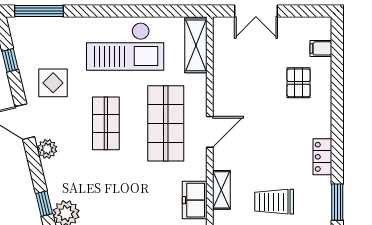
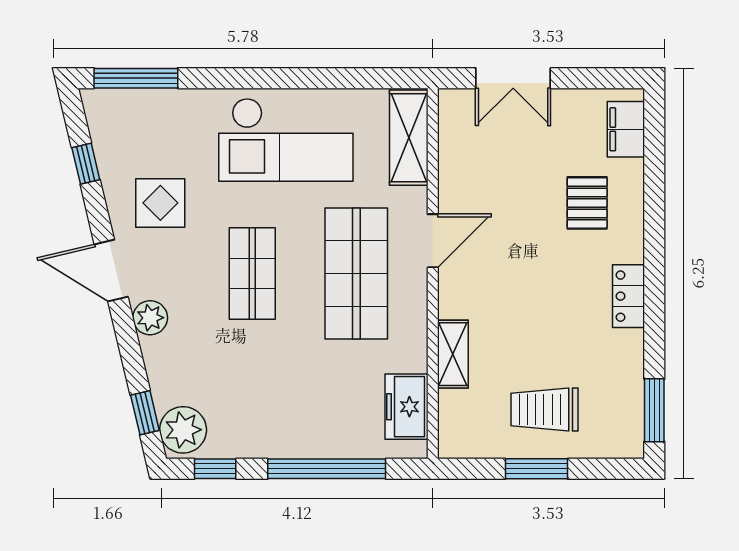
filing cabinet: (321, 48) -> (626, 129), width x2.00
door: (210, 132) -> (433, 241), moved
locker: (322, 157) -> (629, 296), moved
shelving: (221, 190) -> (453, 354), moved

